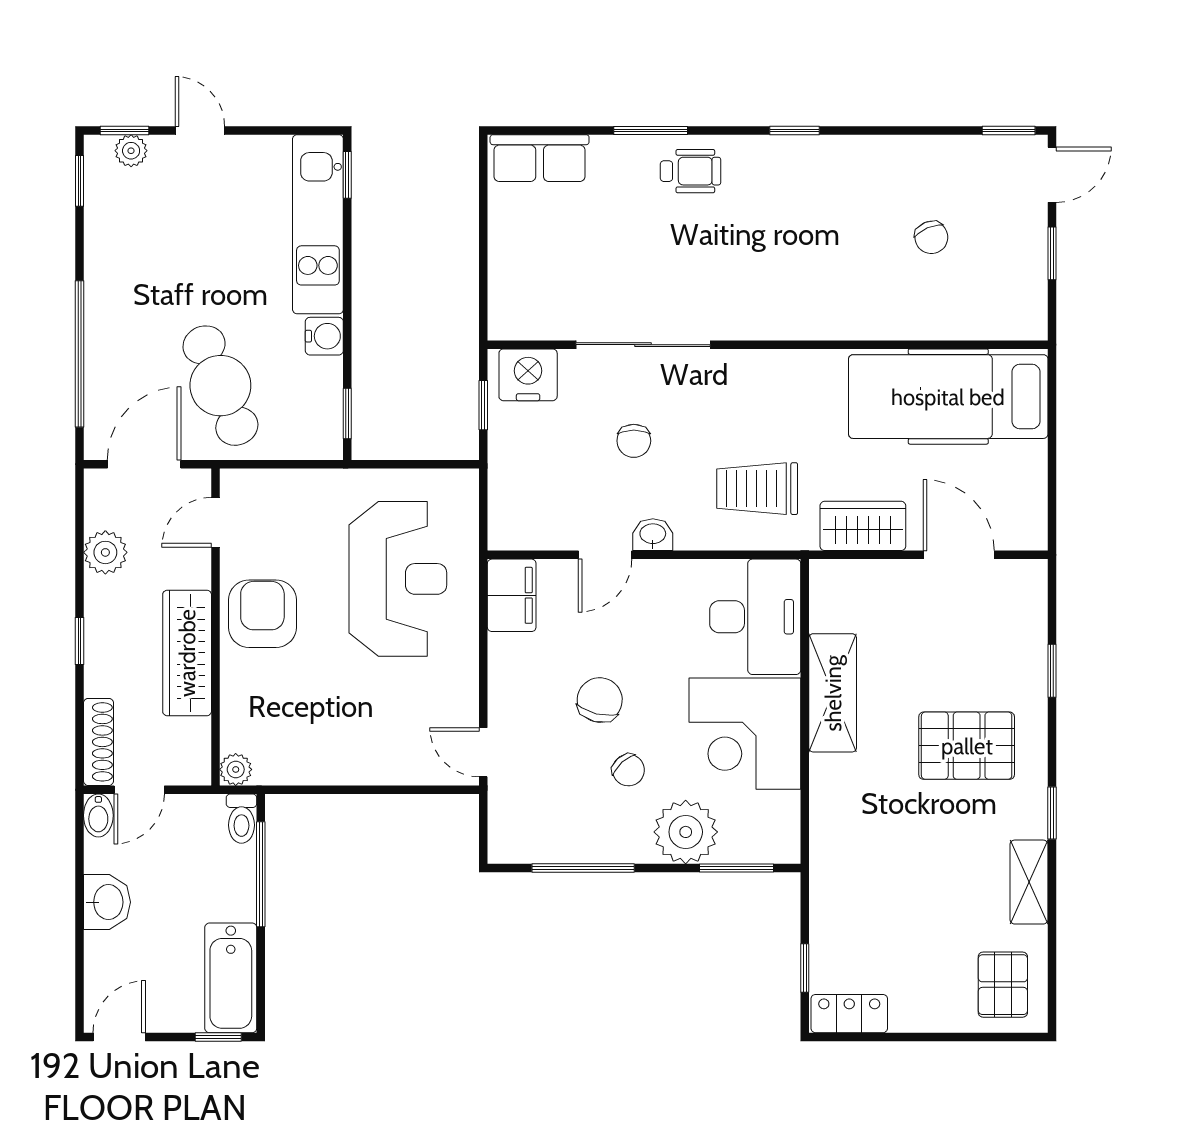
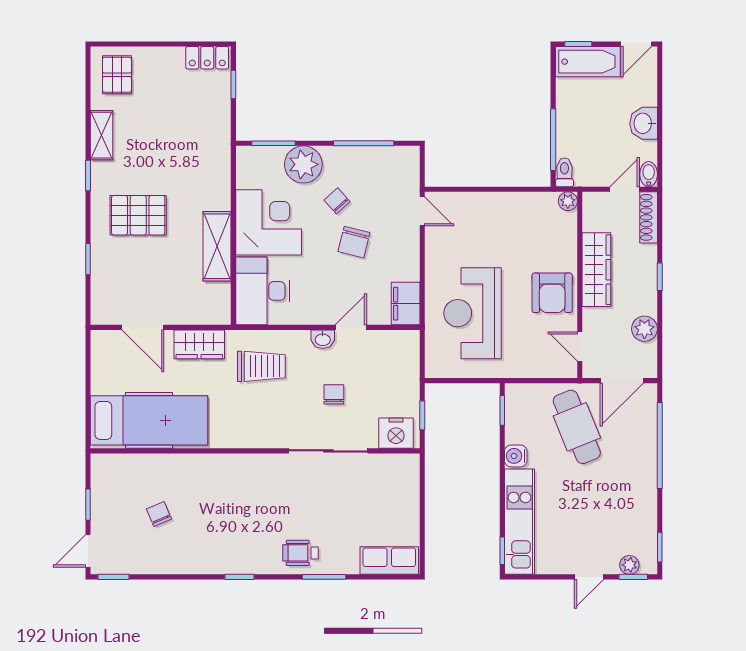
door: (200, 130) -> (589, 577), hinge flipped
door: (215, 522) -> (580, 346), swing flipped
bathtub: (231, 978) -> (588, 62), moved, turned 90

